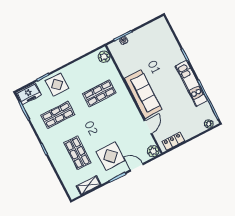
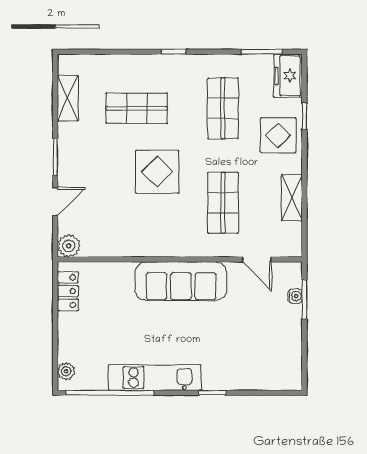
plant: (104, 57) -> (284, 245), removed
shelving: (81, 64) -> (292, 198), added
door: (148, 127) -> (257, 259), moved
display table: (110, 156) -> (157, 172), moved

